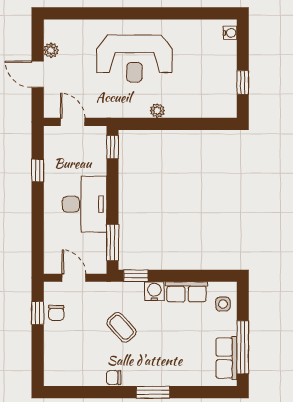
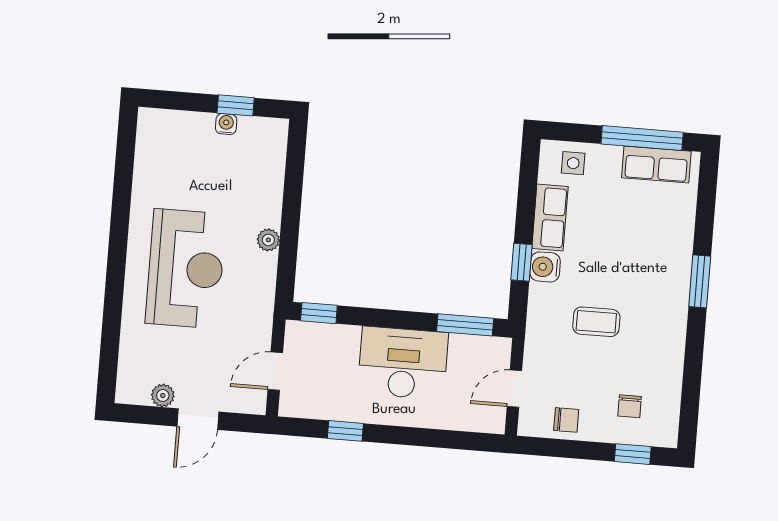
water cooler: (230, 33) -> (226, 124), moved
window: (136, 276) -> (522, 262), moved
window: (38, 313) -> (633, 454), moved
coffee table: (121, 327) -> (596, 322), turned 42
chair: (114, 378) -> (630, 406), moved

